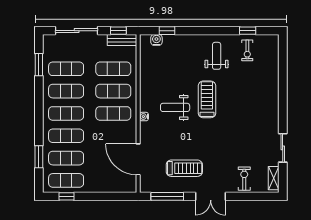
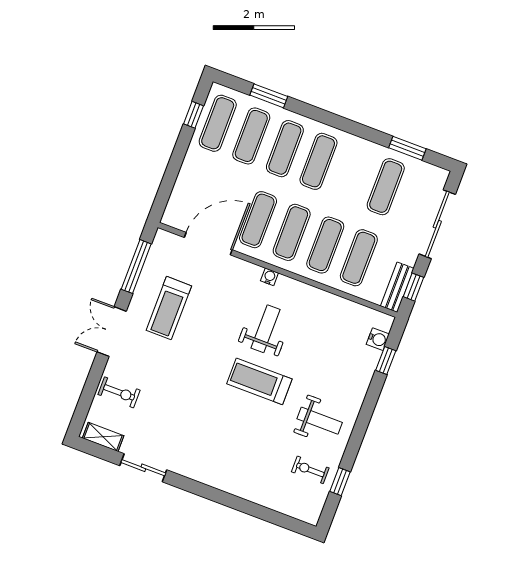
exercise mat: (66, 91) -> (258, 220), moved
treadmill: (207, 99) -> (259, 381), turned 180

